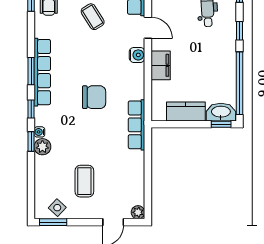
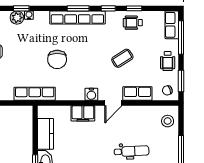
window: (31, 109) -> (108, 8), moved

